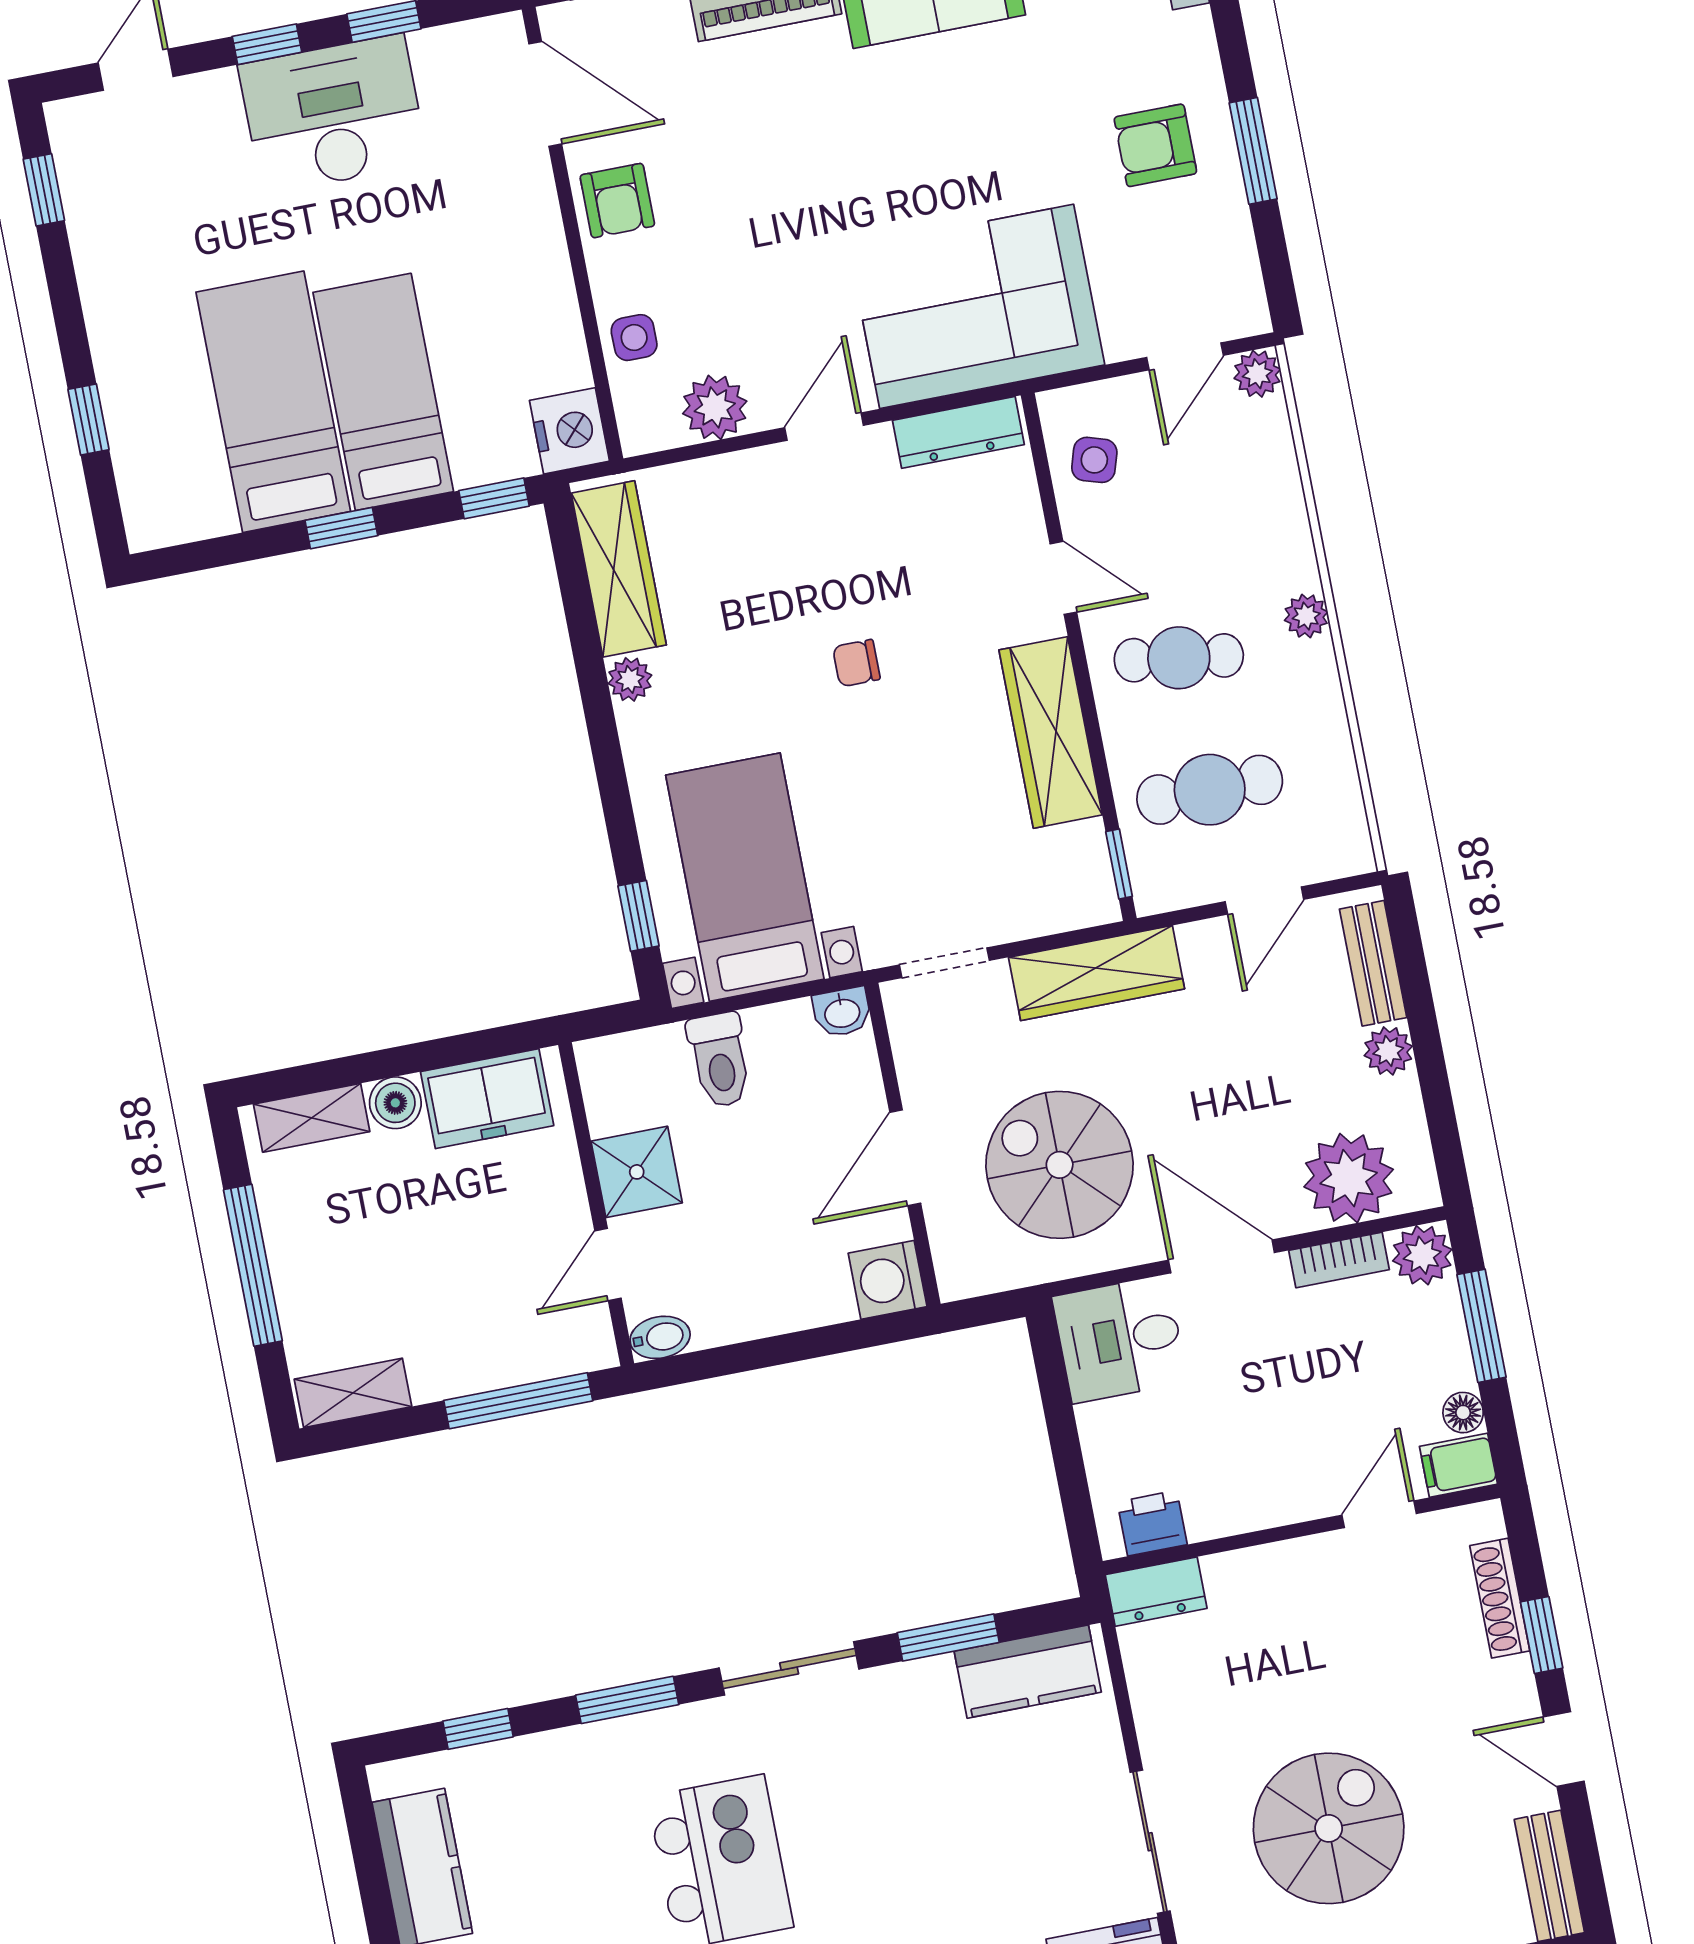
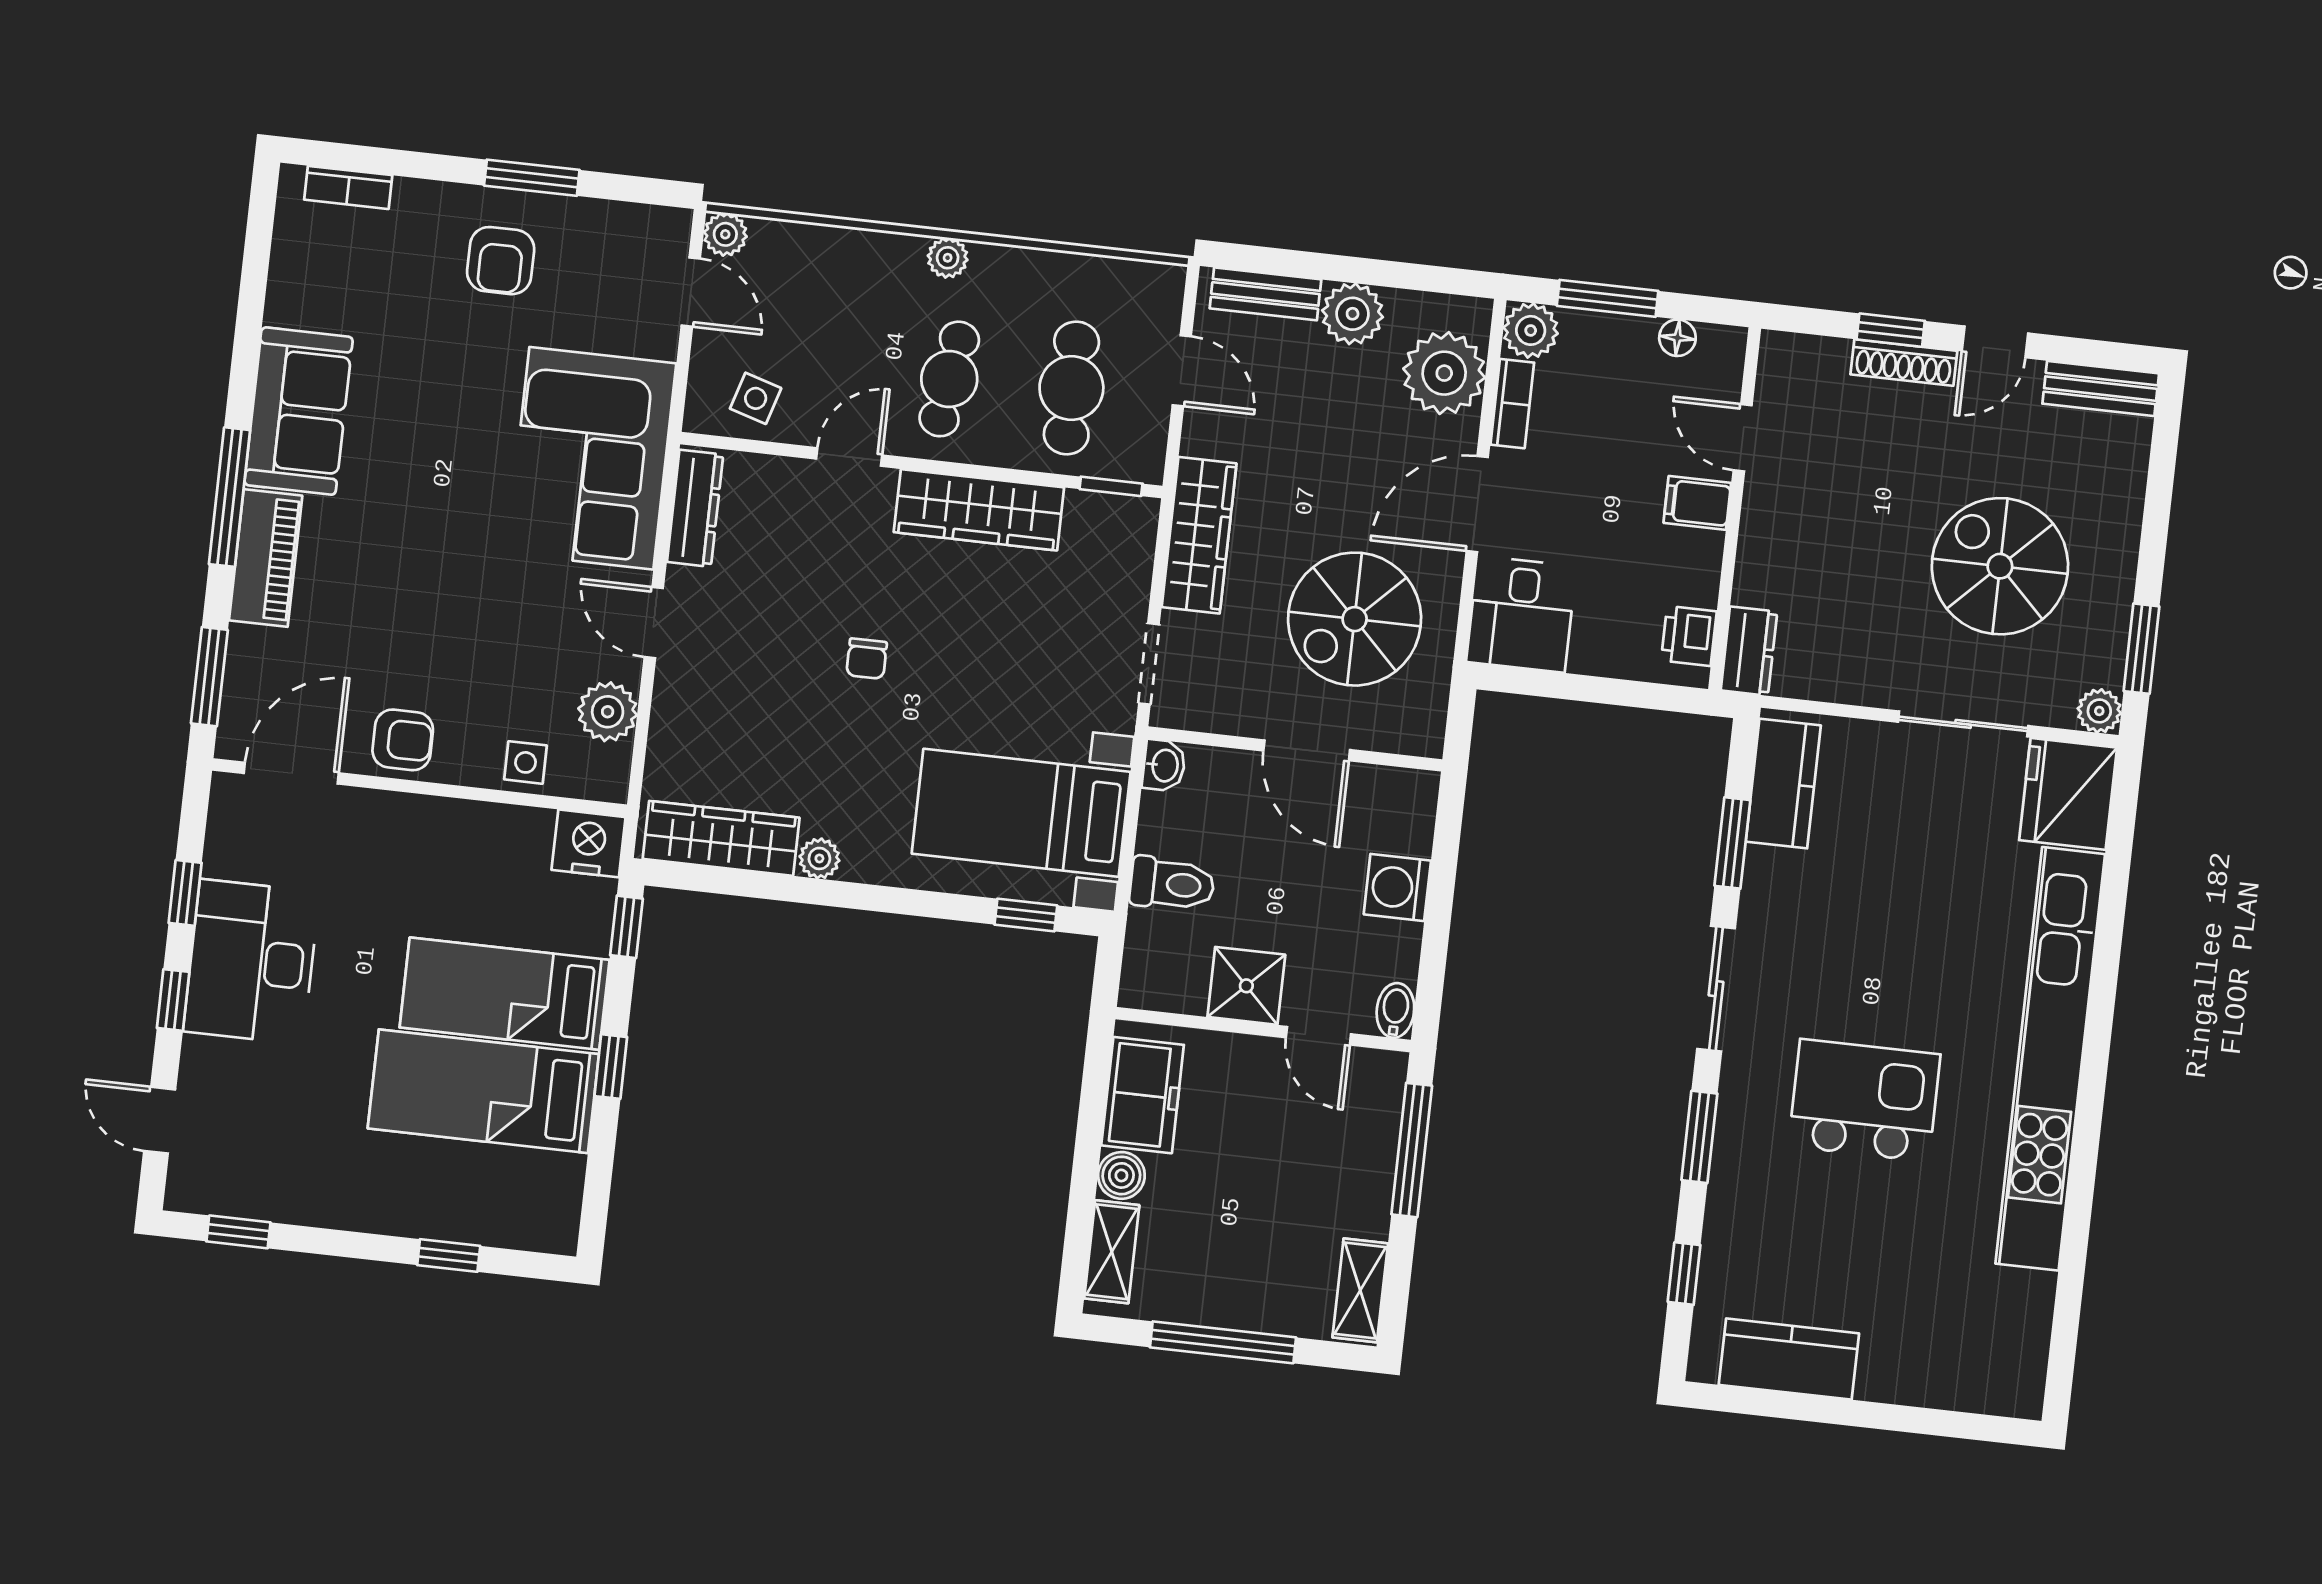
plant: (1388, 1051) -> (1353, 314), width x1.38, depth x1.38
washing machine: (888, 1280) -> (1397, 887), moved, turned 90
filing cabinet: (1458, 1465) -> (1697, 503), moved, turned 90
shoe rack: (1500, 1598) -> (1904, 363), moved

